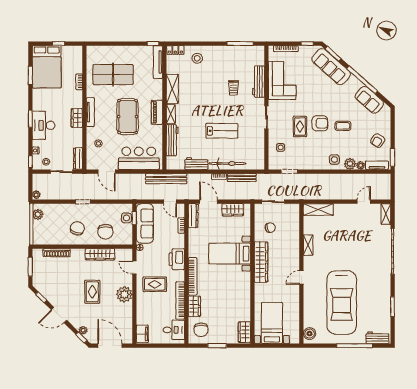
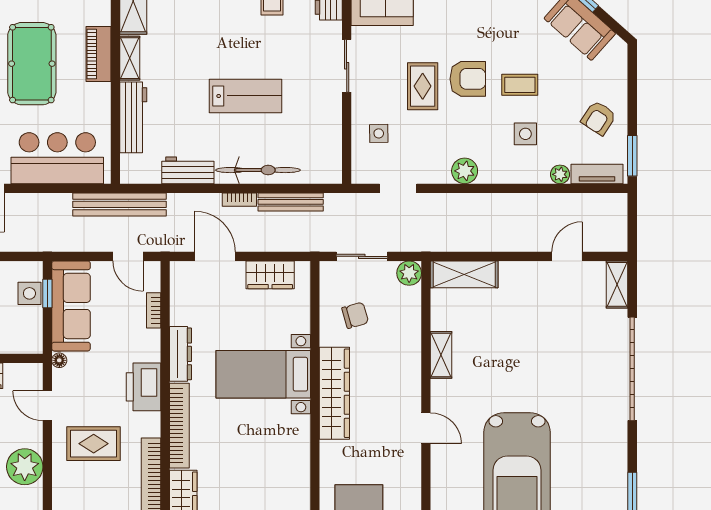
side table: (334, 160) -> (525, 134), moved
plant: (350, 164) -> (465, 171), moved
plant: (294, 209) -> (409, 273), added
dresser: (193, 216) -> (181, 354), moved
door: (301, 277) -> (426, 428), swing flipped

